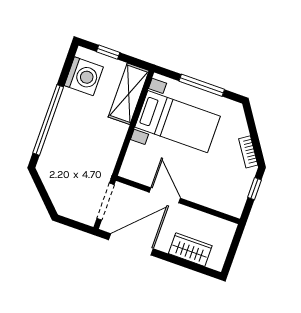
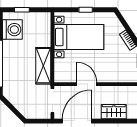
window: (202, 85) -> (86, 10), width x0.46
shelving: (129, 94) -> (43, 66), moved

